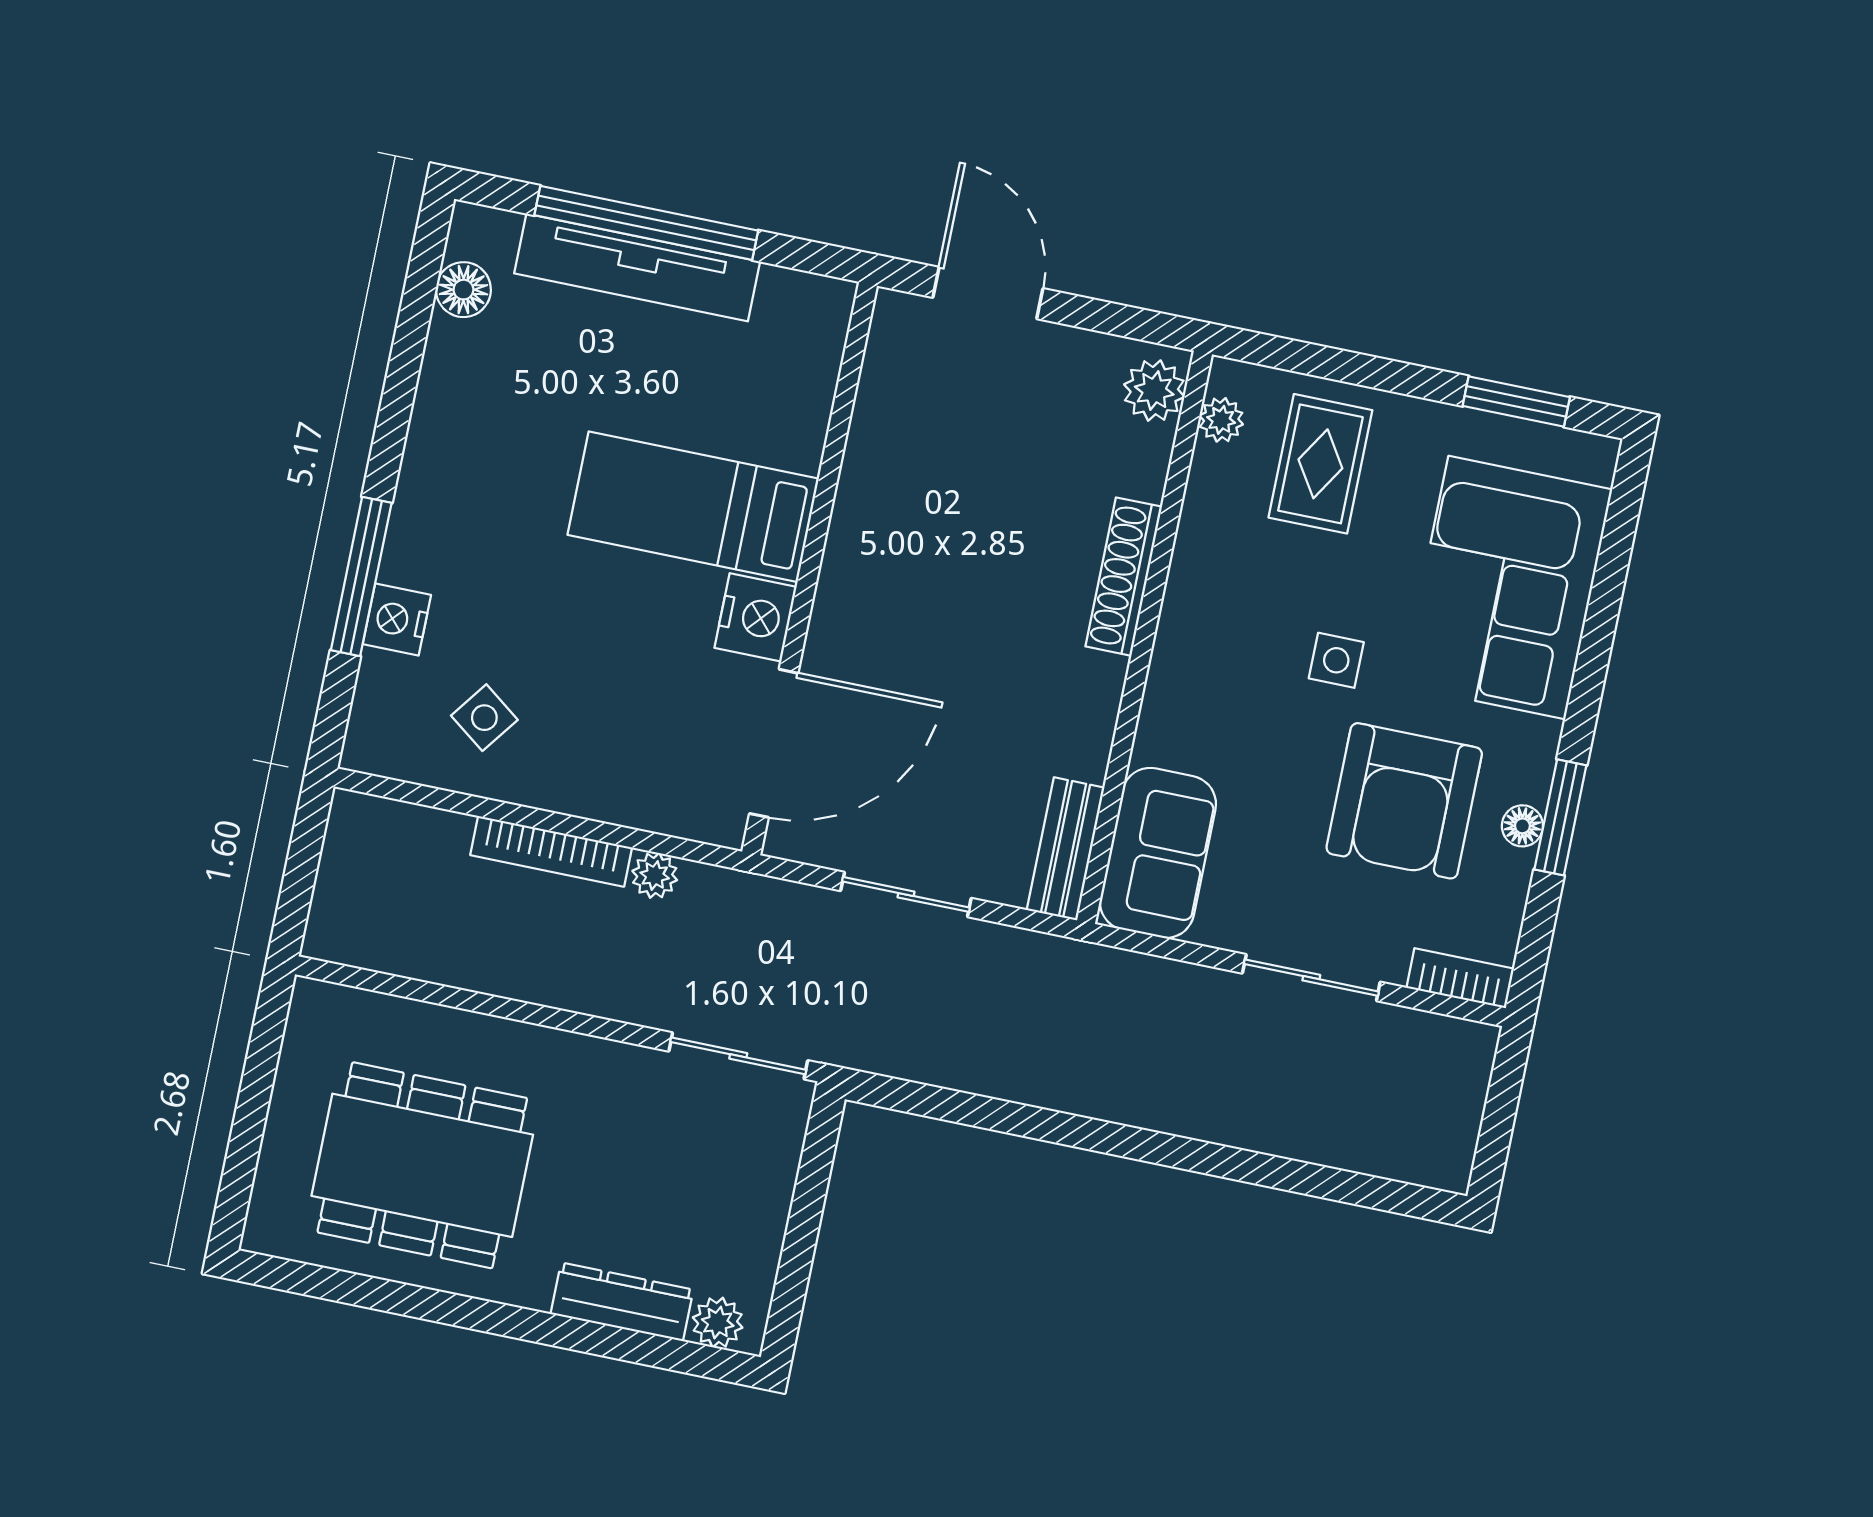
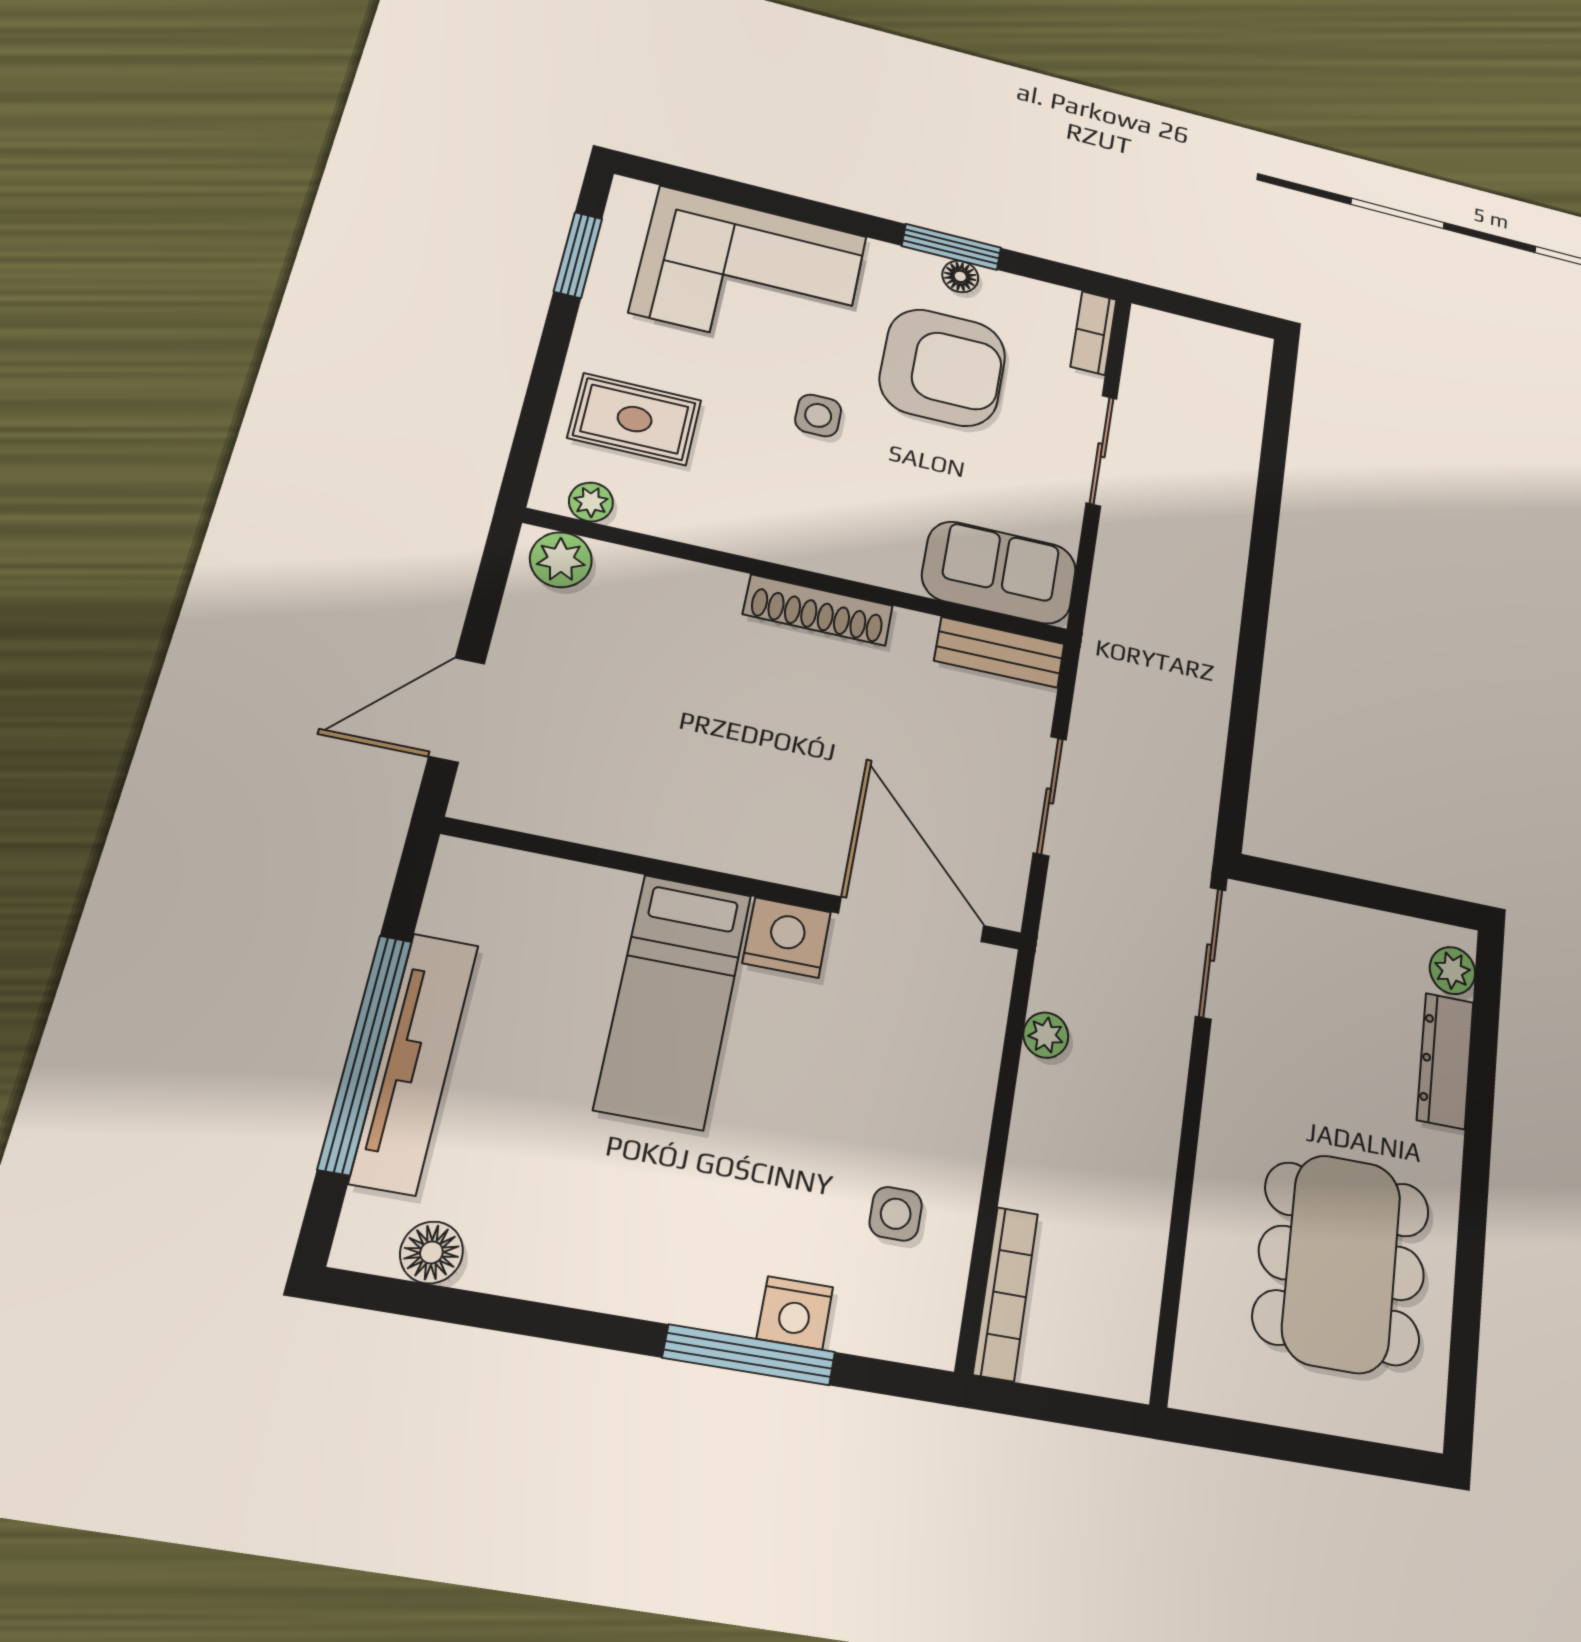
shoe rack: (1124, 577) -> (818, 610), moved
side table: (484, 718) -> (896, 1214), turned -37
bookcase: (551, 851) -> (1006, 1293), moved

